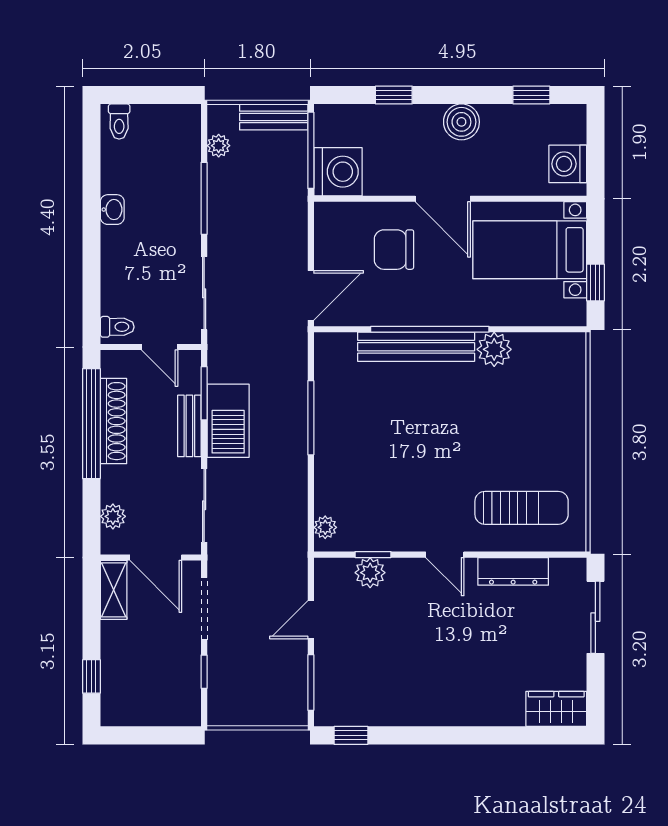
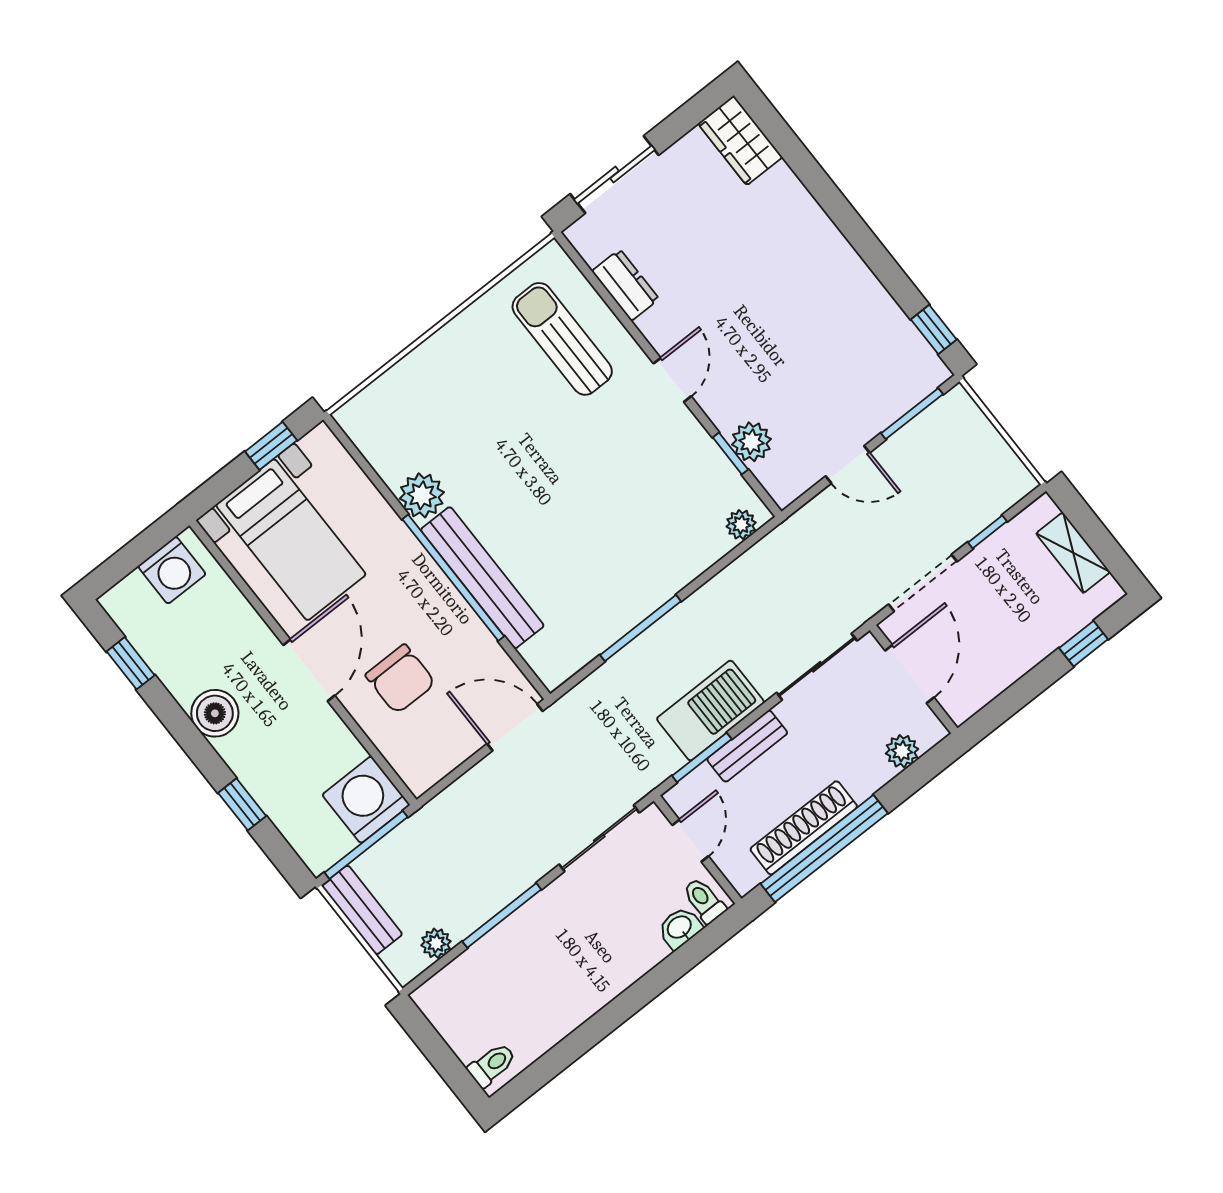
washbasin: (112, 210) -> (680, 928), moved
dresser: (513, 571) -> (625, 285), width x0.70
shelving: (114, 590) -> (1073, 553), moved, turned 90

